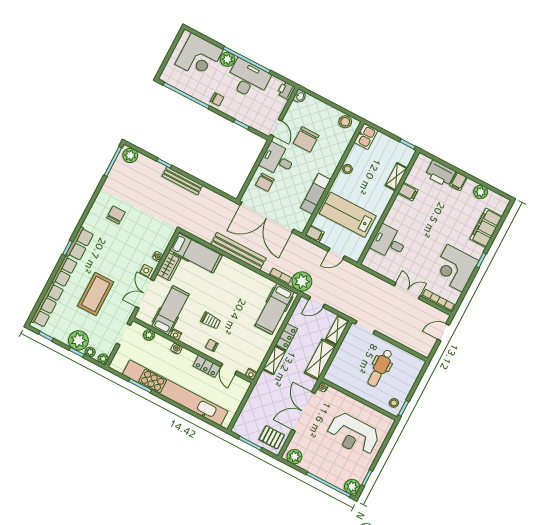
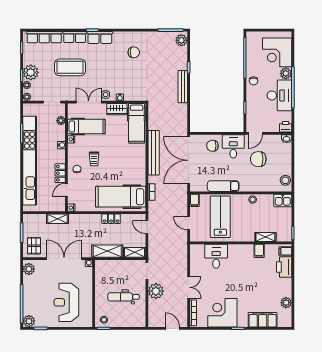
filing cabinet: (458, 181) -> (285, 251), moved
plant: (302, 281) -> (156, 291), moved
hospital bed: (275, 309) -> (121, 197), width x1.37, depth x1.29
shelving: (274, 360) -> (58, 219), moved

